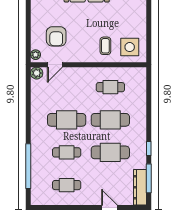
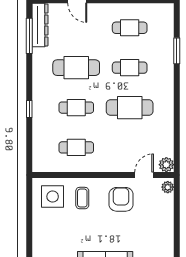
armchair: (56, 36) -> (121, 199), moved
cafe table: (110, 120) -> (76, 108), width x0.73, depth x0.74
window: (149, 149) -> (29, 109), moved
window: (28, 166) -> (177, 51), width x0.47

